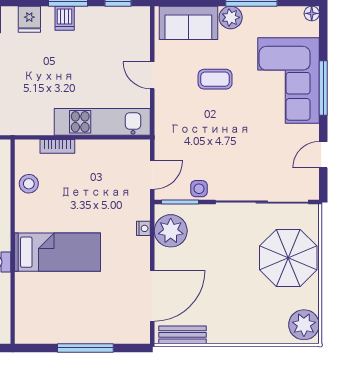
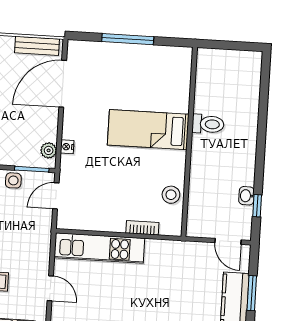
plant: (171, 231) -> (49, 150), width x0.53, depth x0.53

